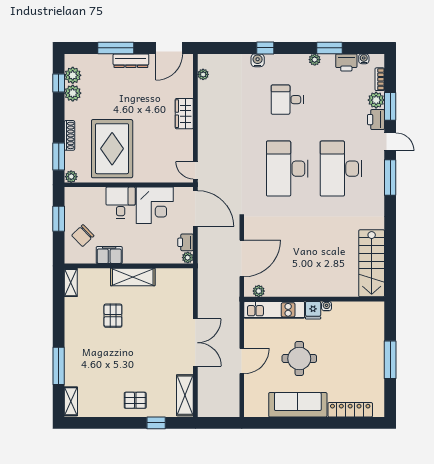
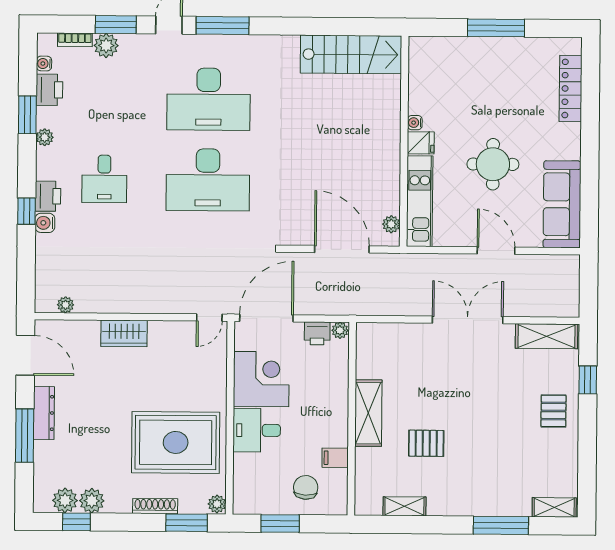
printer: (376, 120) -> (48, 196), moved, turned -90
chair: (83, 236) -> (306, 487), turned -133
filing cabinet: (109, 255) -> (335, 458), width x0.50
shelving: (71, 283) -> (404, 506), moved
sofa: (298, 405) -> (562, 204), moved

